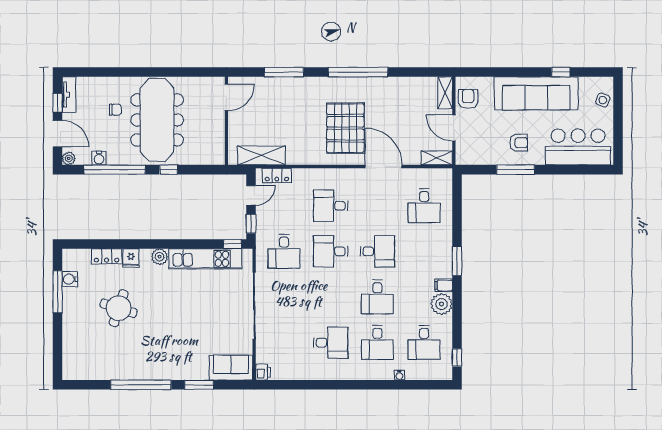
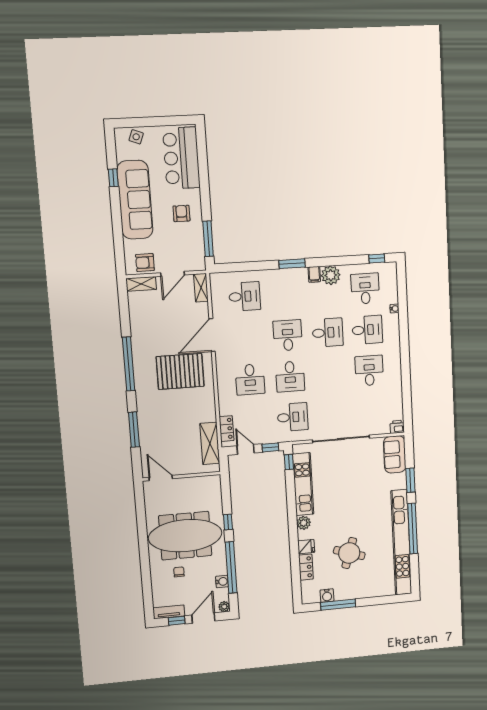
window: (516, 170) -> (208, 239), moved
desk: (424, 343) -> (365, 289), turned -90
kitchen unit: (125, 371) -> (401, 542), added

